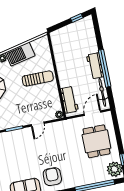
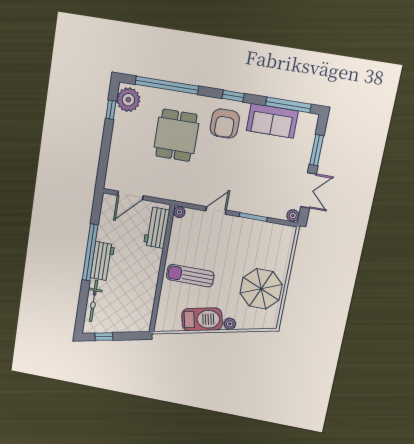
bicycle: (102, 92) -> (94, 301), moved
dining table: (96, 141) -> (176, 135), moved

